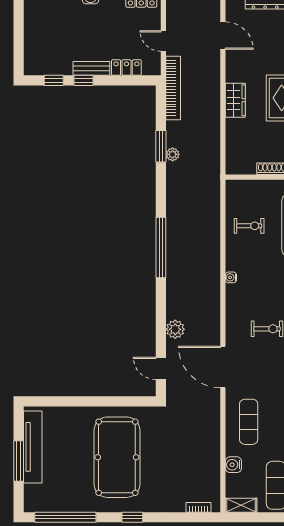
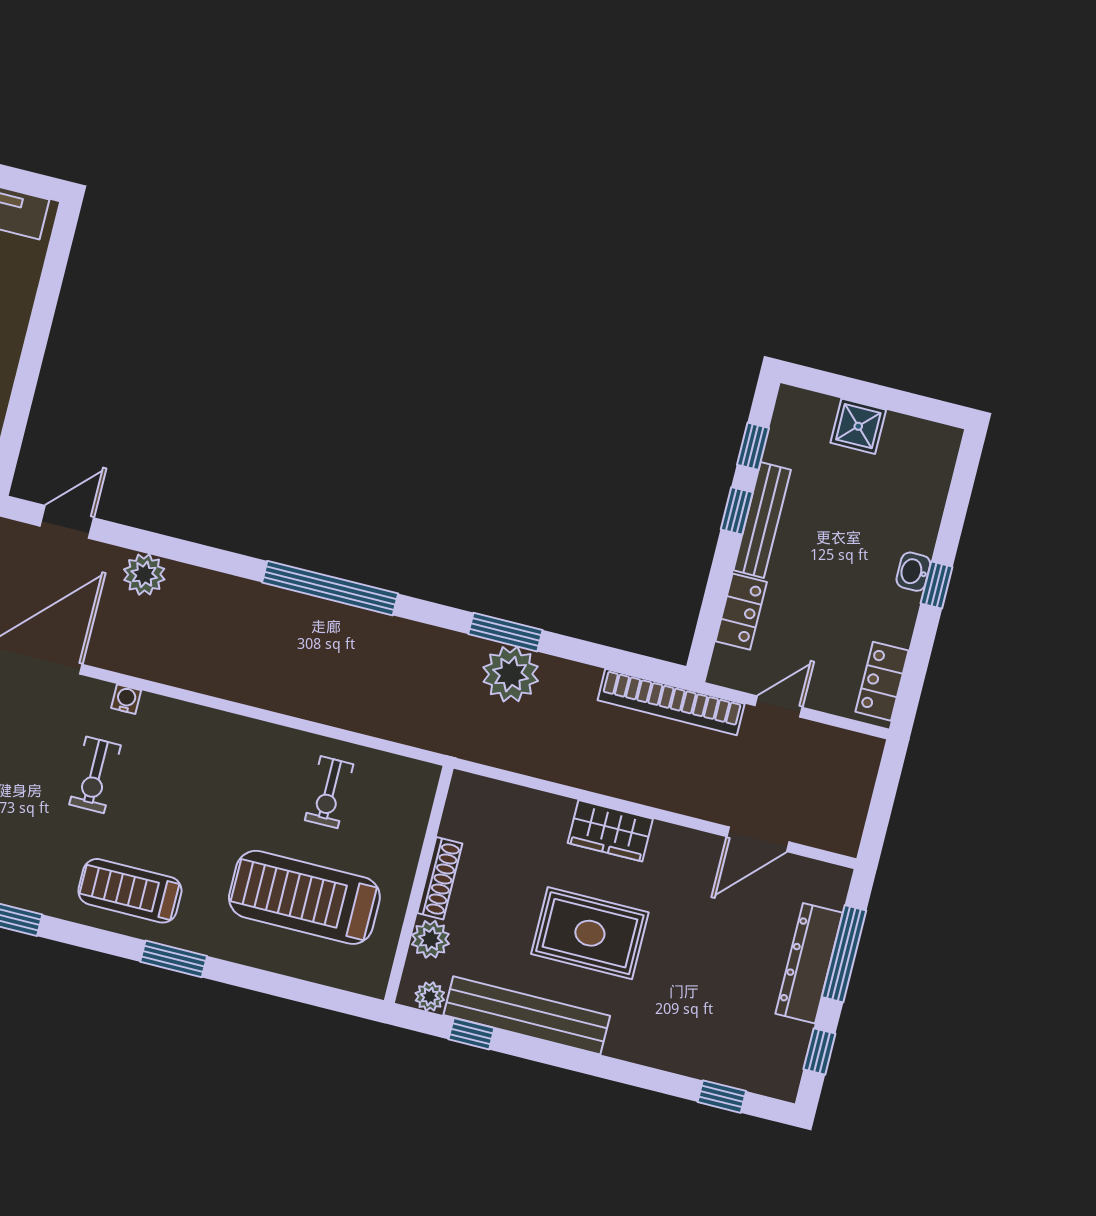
shower: (34, 37) -> (858, 426), added
bench: (91, 68) -> (762, 520), width x1.36
window: (161, 146) -> (505, 632), moved
plant: (173, 154) -> (511, 674), width x1.88, depth x1.88
water cooler: (231, 277) -> (126, 699), moved

